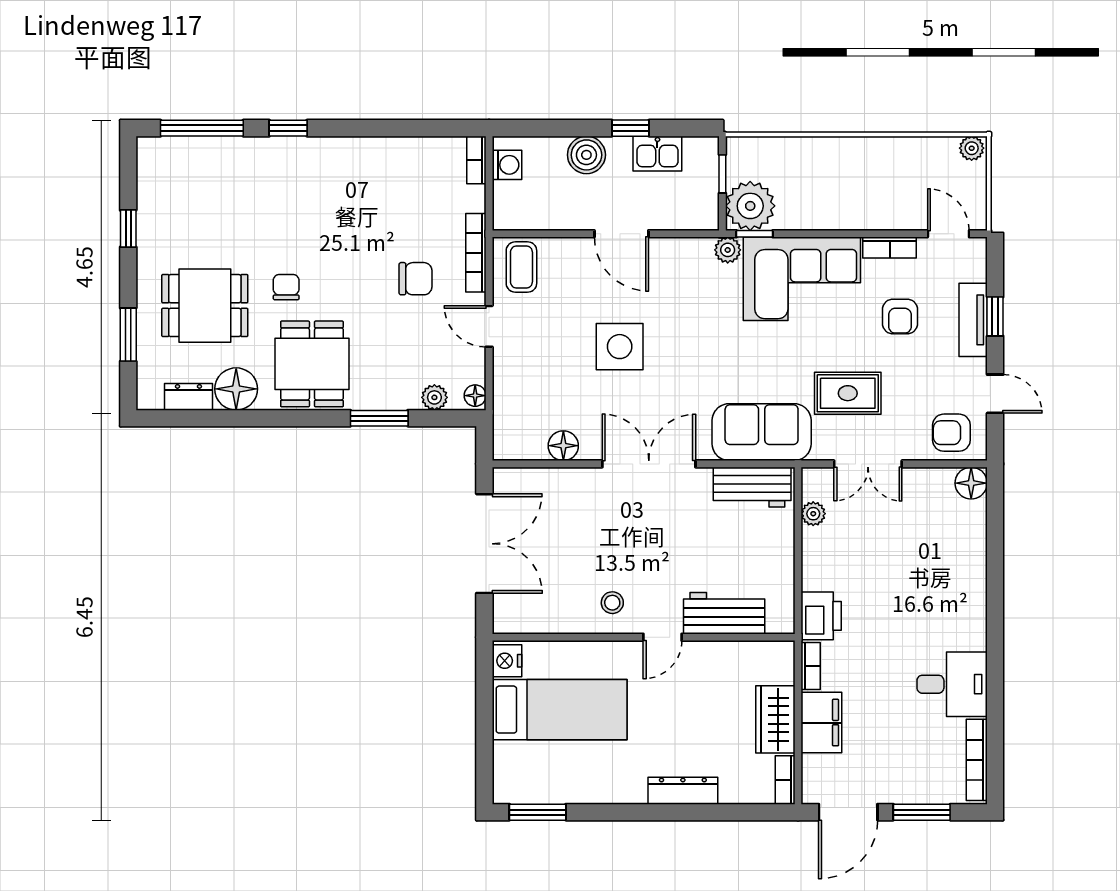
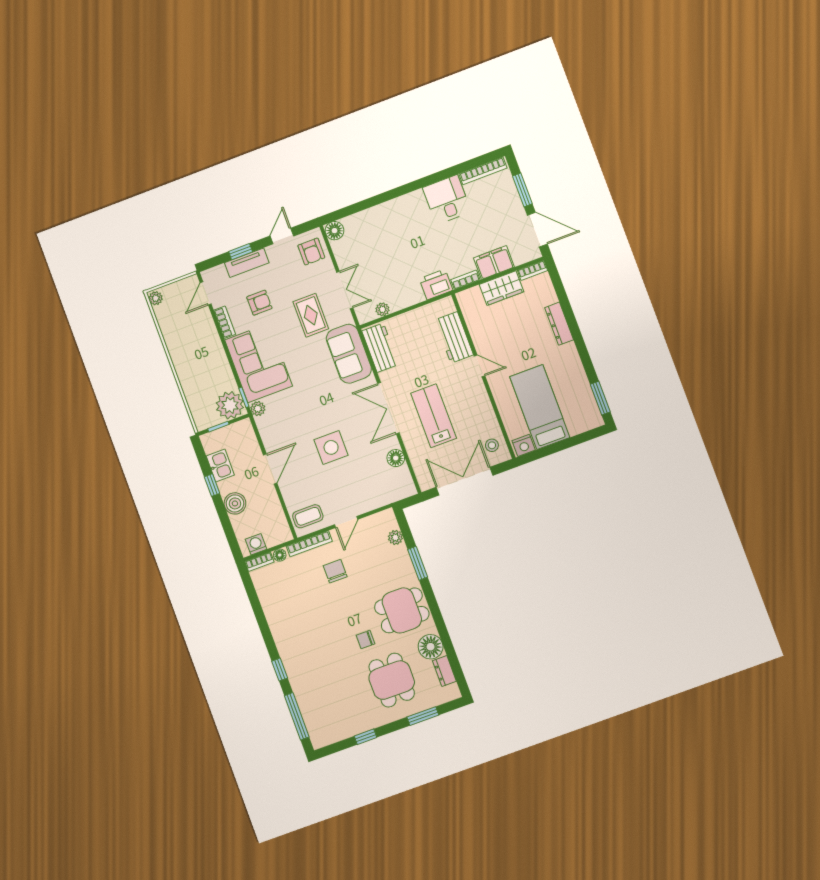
floor lamp: (475, 396) -> (280, 555), moved
lab bench: (609, 533) -> (434, 416), added
stool: (612, 603) -> (492, 445), moved

